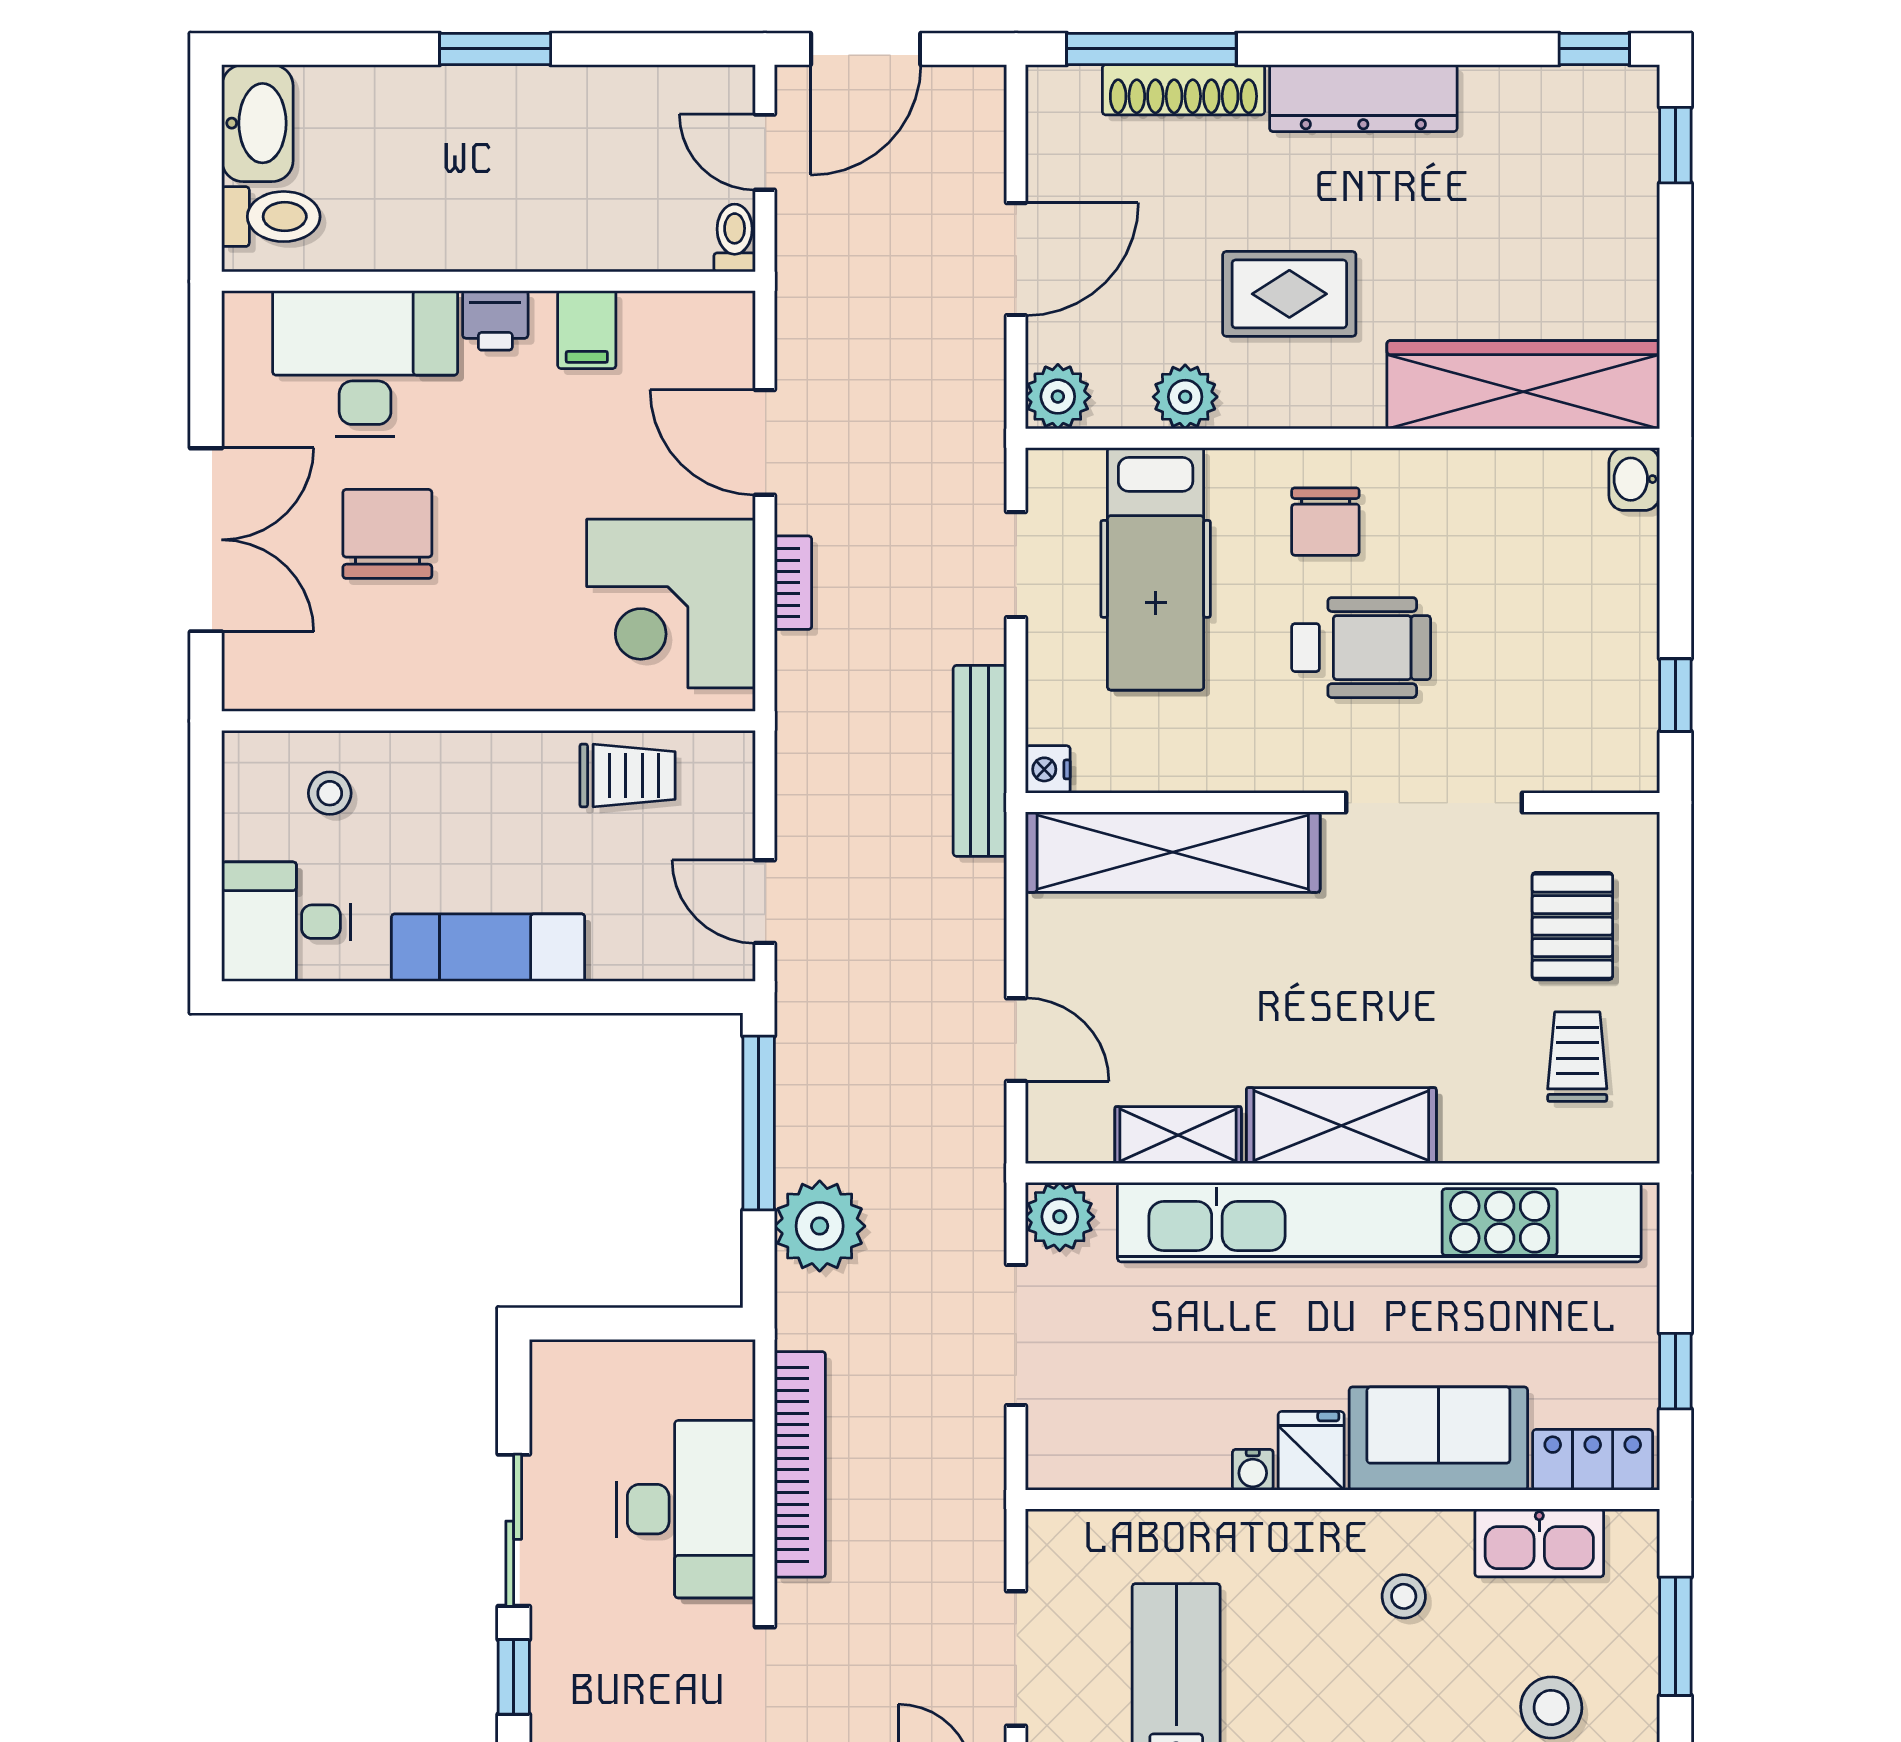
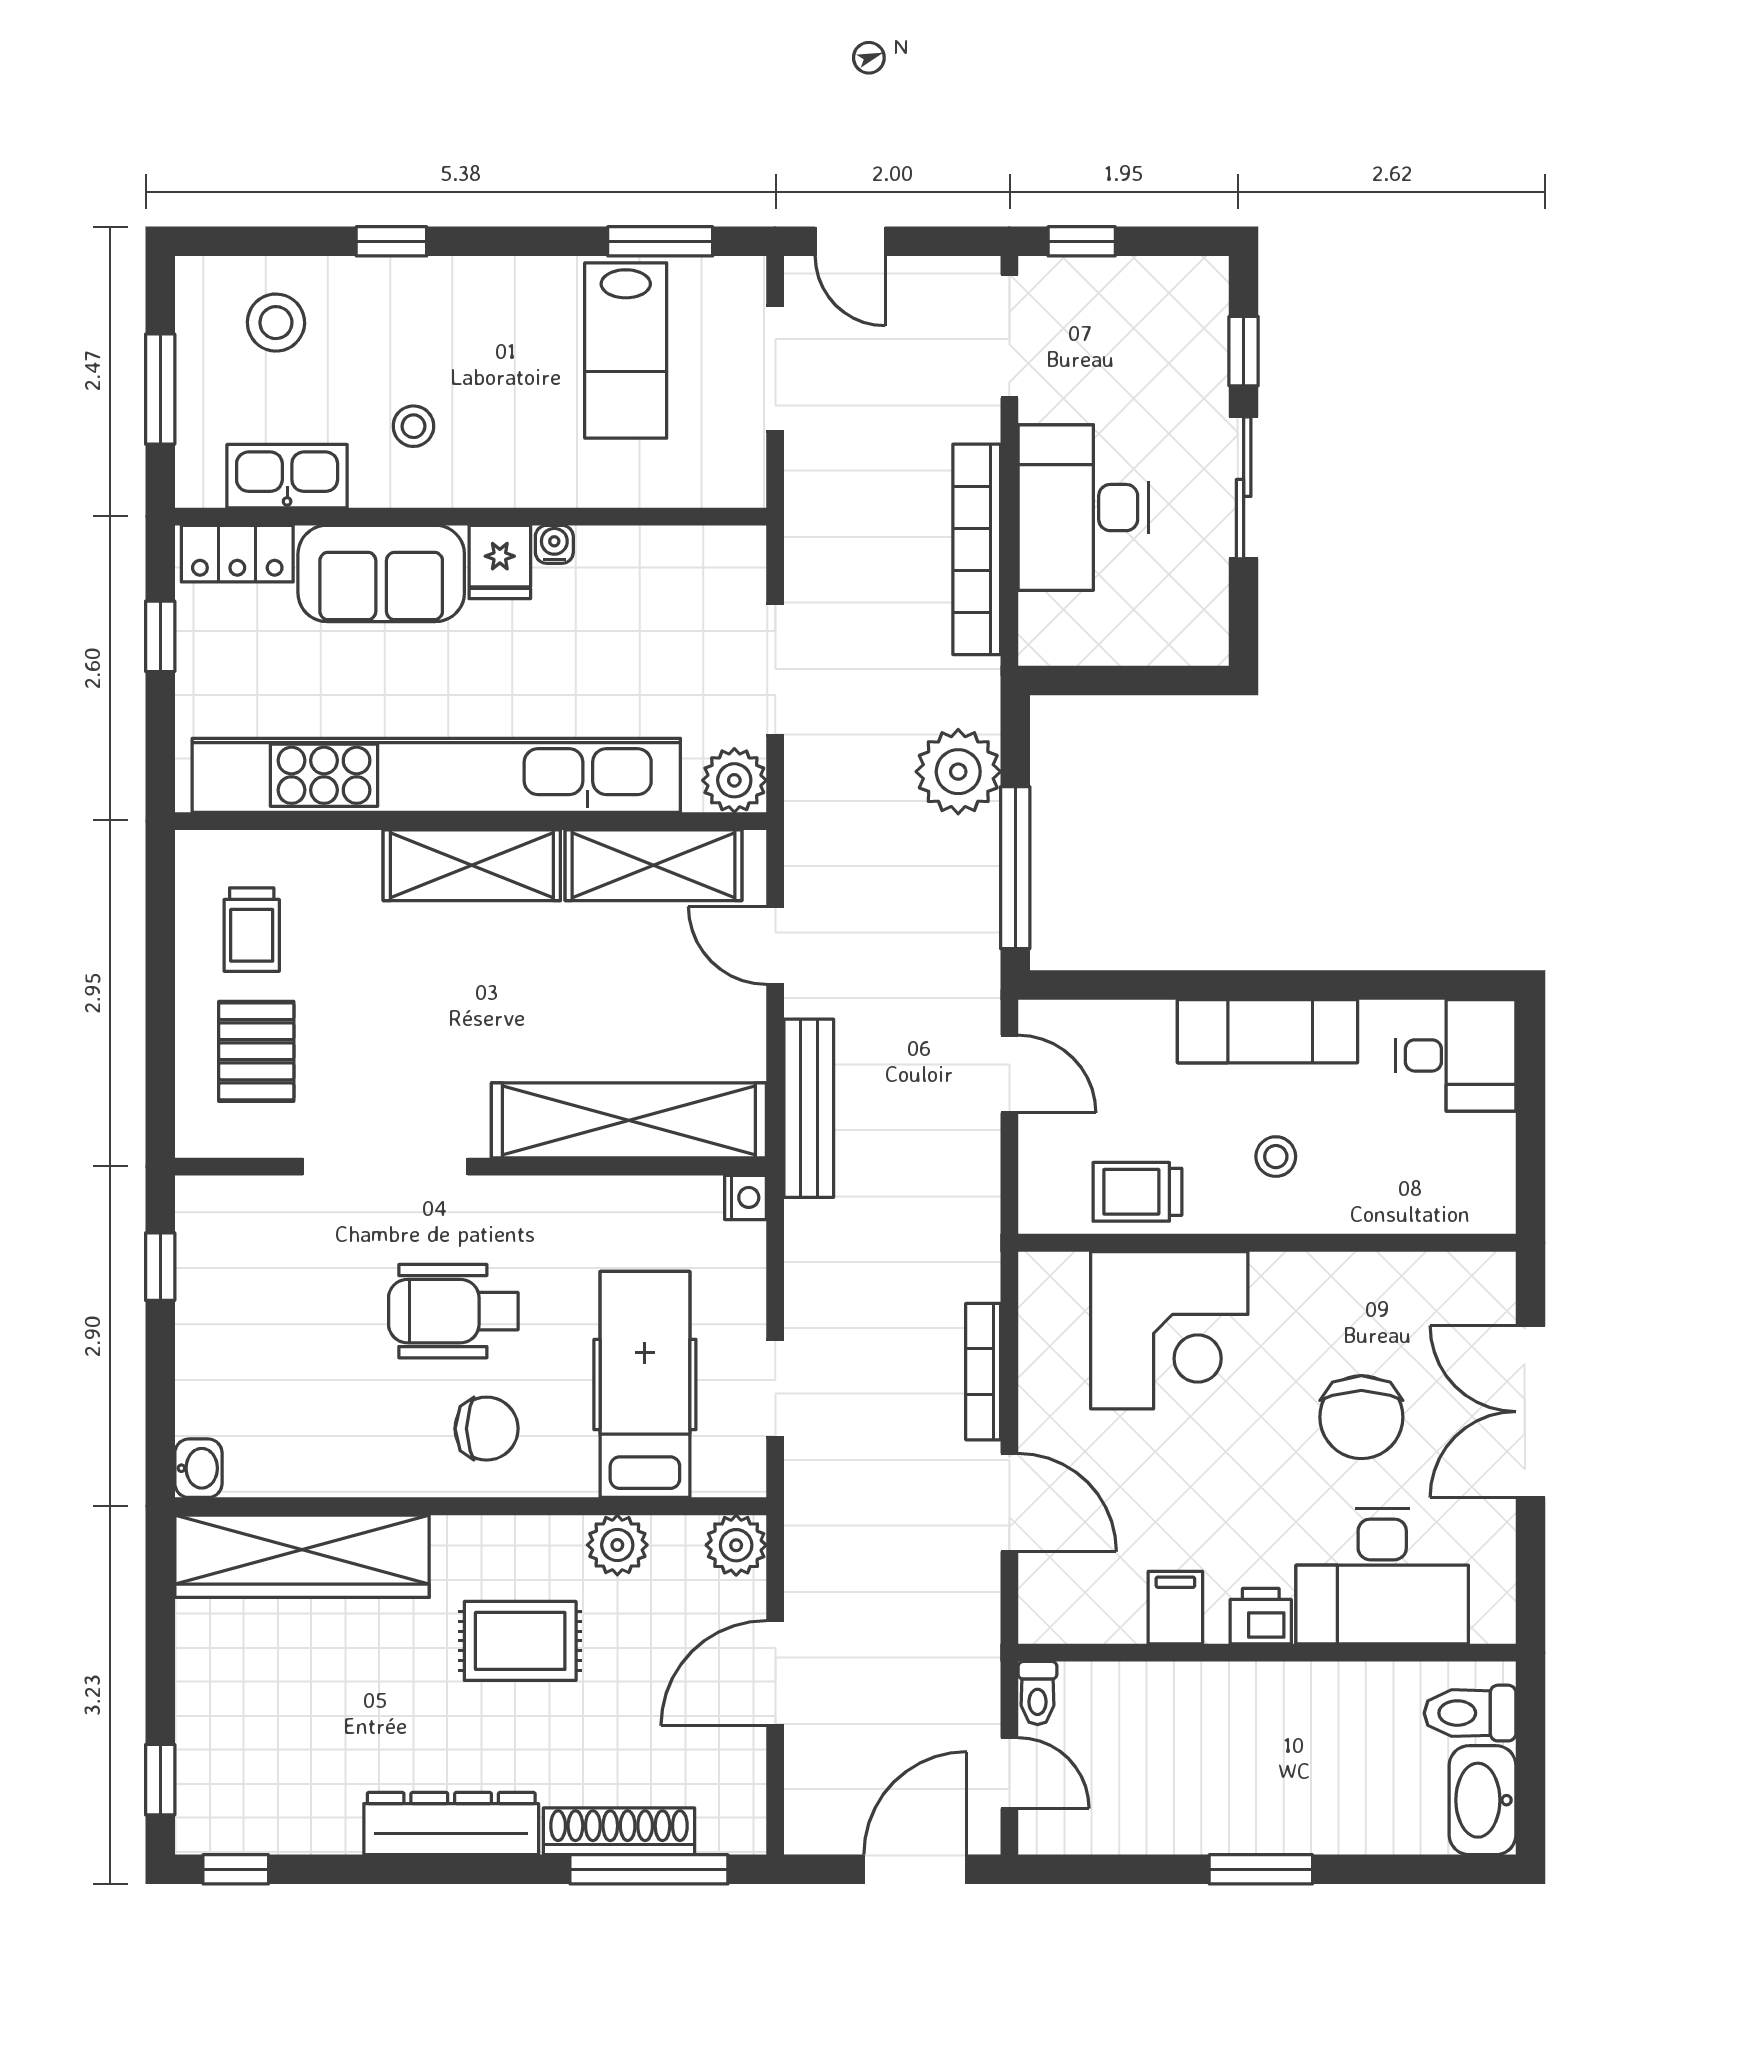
chair: (1325, 522) -> (487, 1429), turned 90
bookcase: (793, 583) -> (983, 1372), width x1.56
corner desk: (671, 604) -> (1169, 1330), moved, turned 90
bench: (980, 761) -> (809, 1108), moved
stool: (330, 793) -> (1276, 1157), moved
shelving: (1178, 1135) -> (653, 865), width x1.50, depth x1.33

